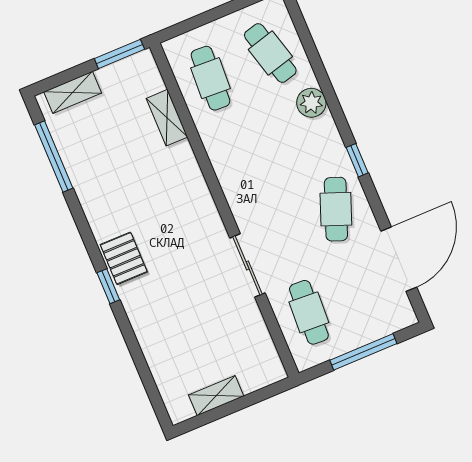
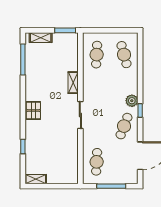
plant: (311, 103) -> (132, 101), moved
shelving: (167, 118) -> (73, 83), moved
sliding door: (248, 265) -> (80, 115), moved
window: (108, 286) -> (23, 147), moved
shelving: (216, 396) -> (36, 179), moved

